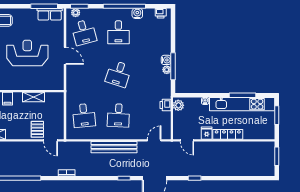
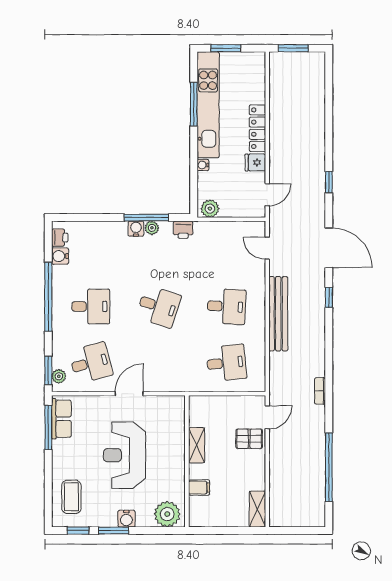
water cooler: (137, 13) -> (60, 256), moved
printer: (166, 105) -> (183, 230), moved

